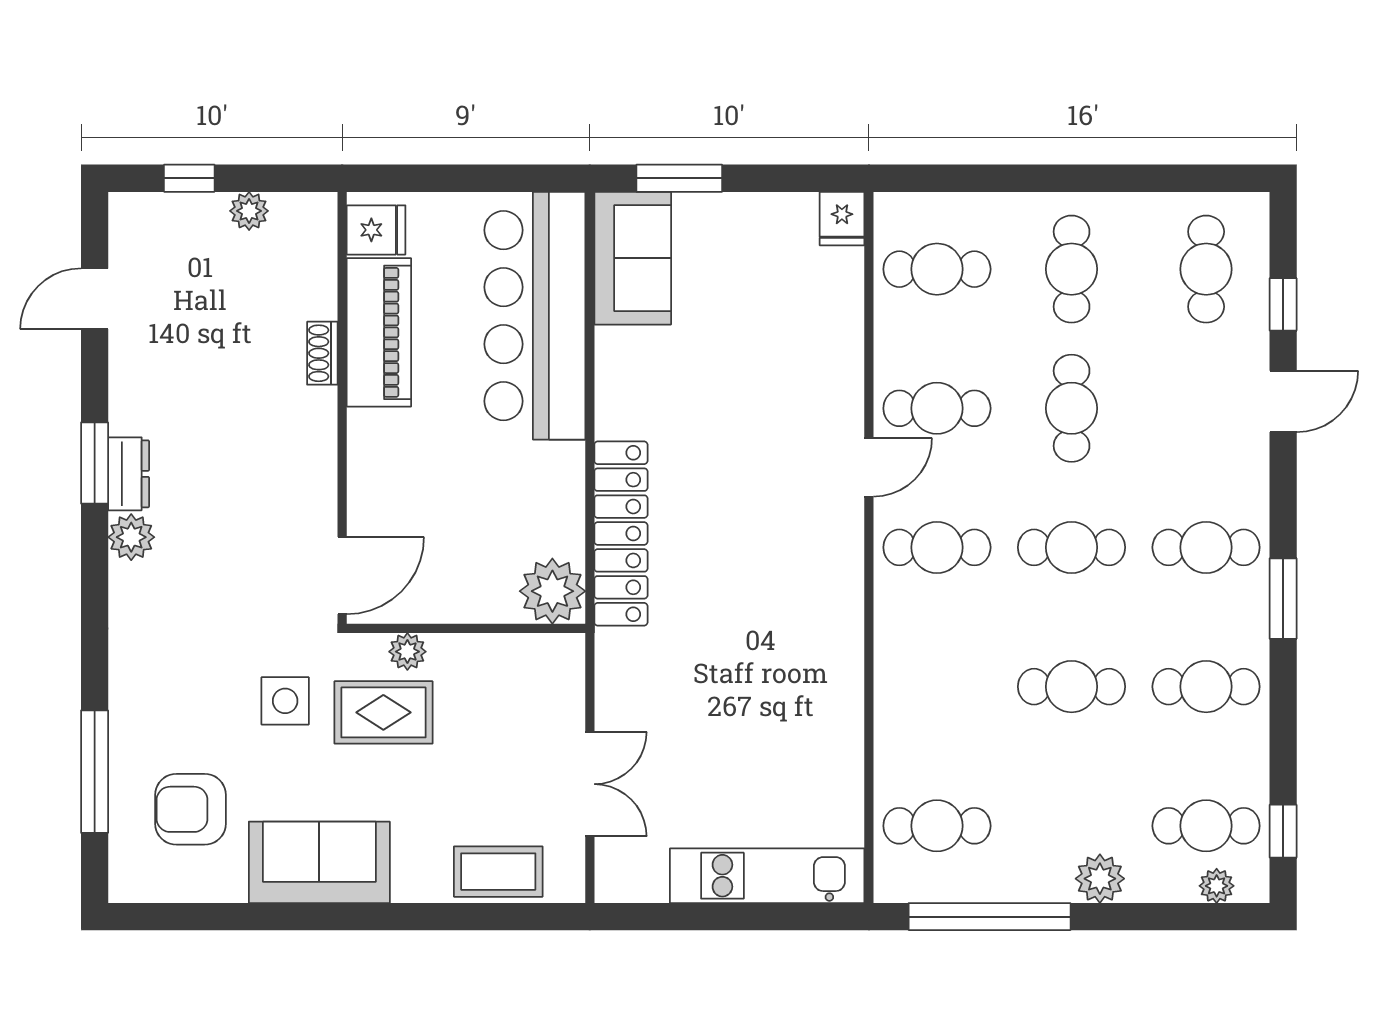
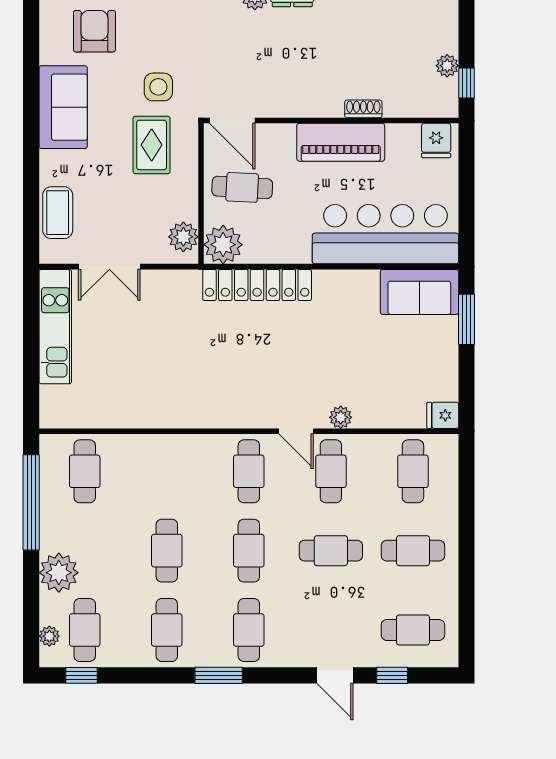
window: (189, 178) -> (467, 83), moved
piano: (379, 332) -> (341, 142), moved
plant: (845, 392) -> (341, 417), added
cafe table: (455, 559) -> (242, 187), added
plant: (407, 652) -> (183, 237), moved, width x1.38, depth x1.38
kitchen unit: (767, 876) -> (55, 327), moved
plant: (1100, 879) -> (59, 573), width x1.36, depth x1.36

